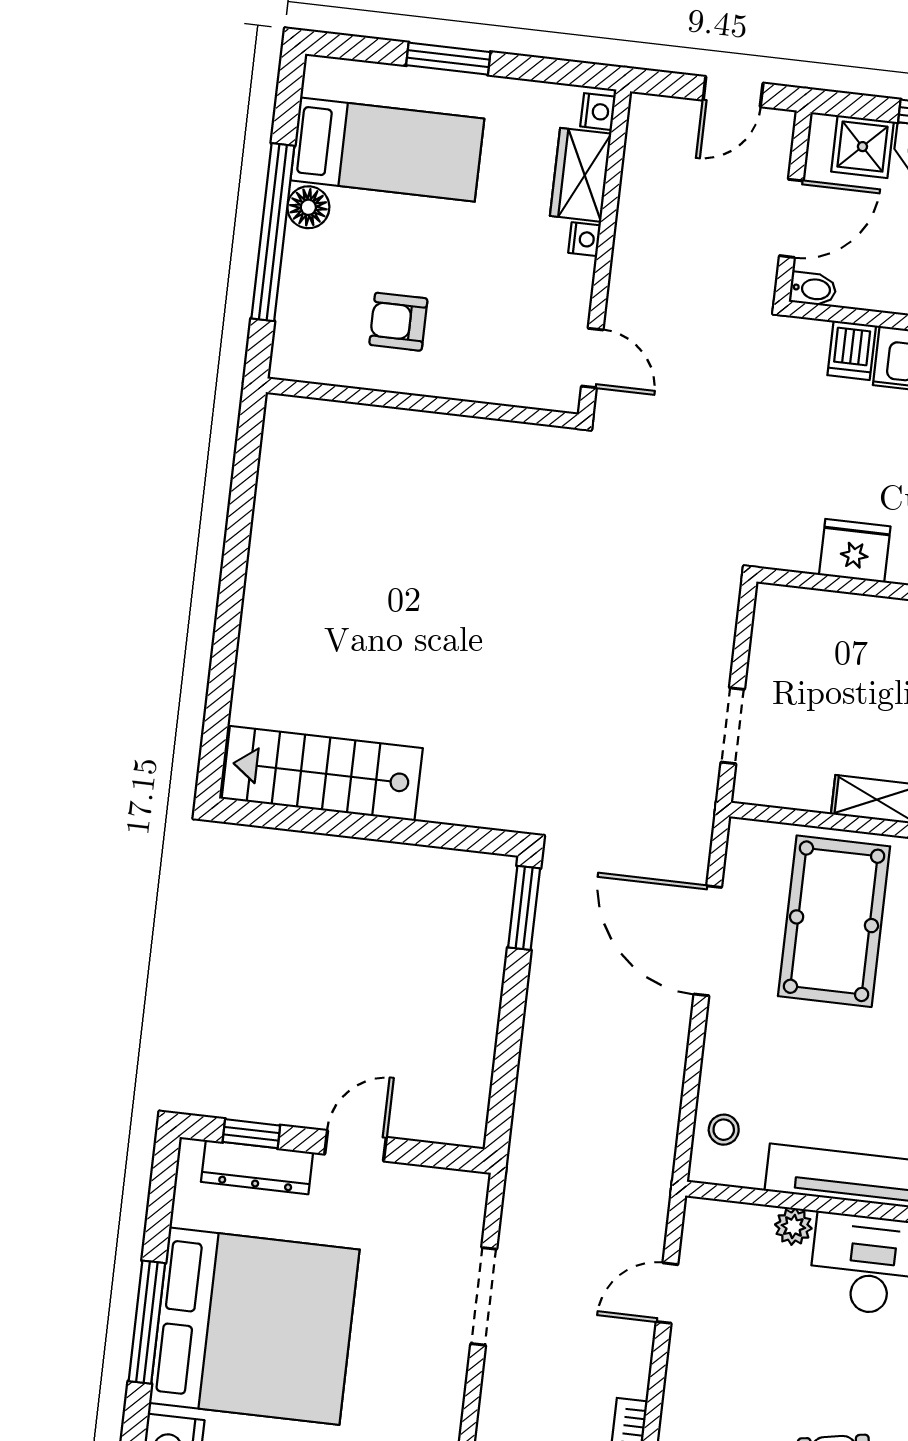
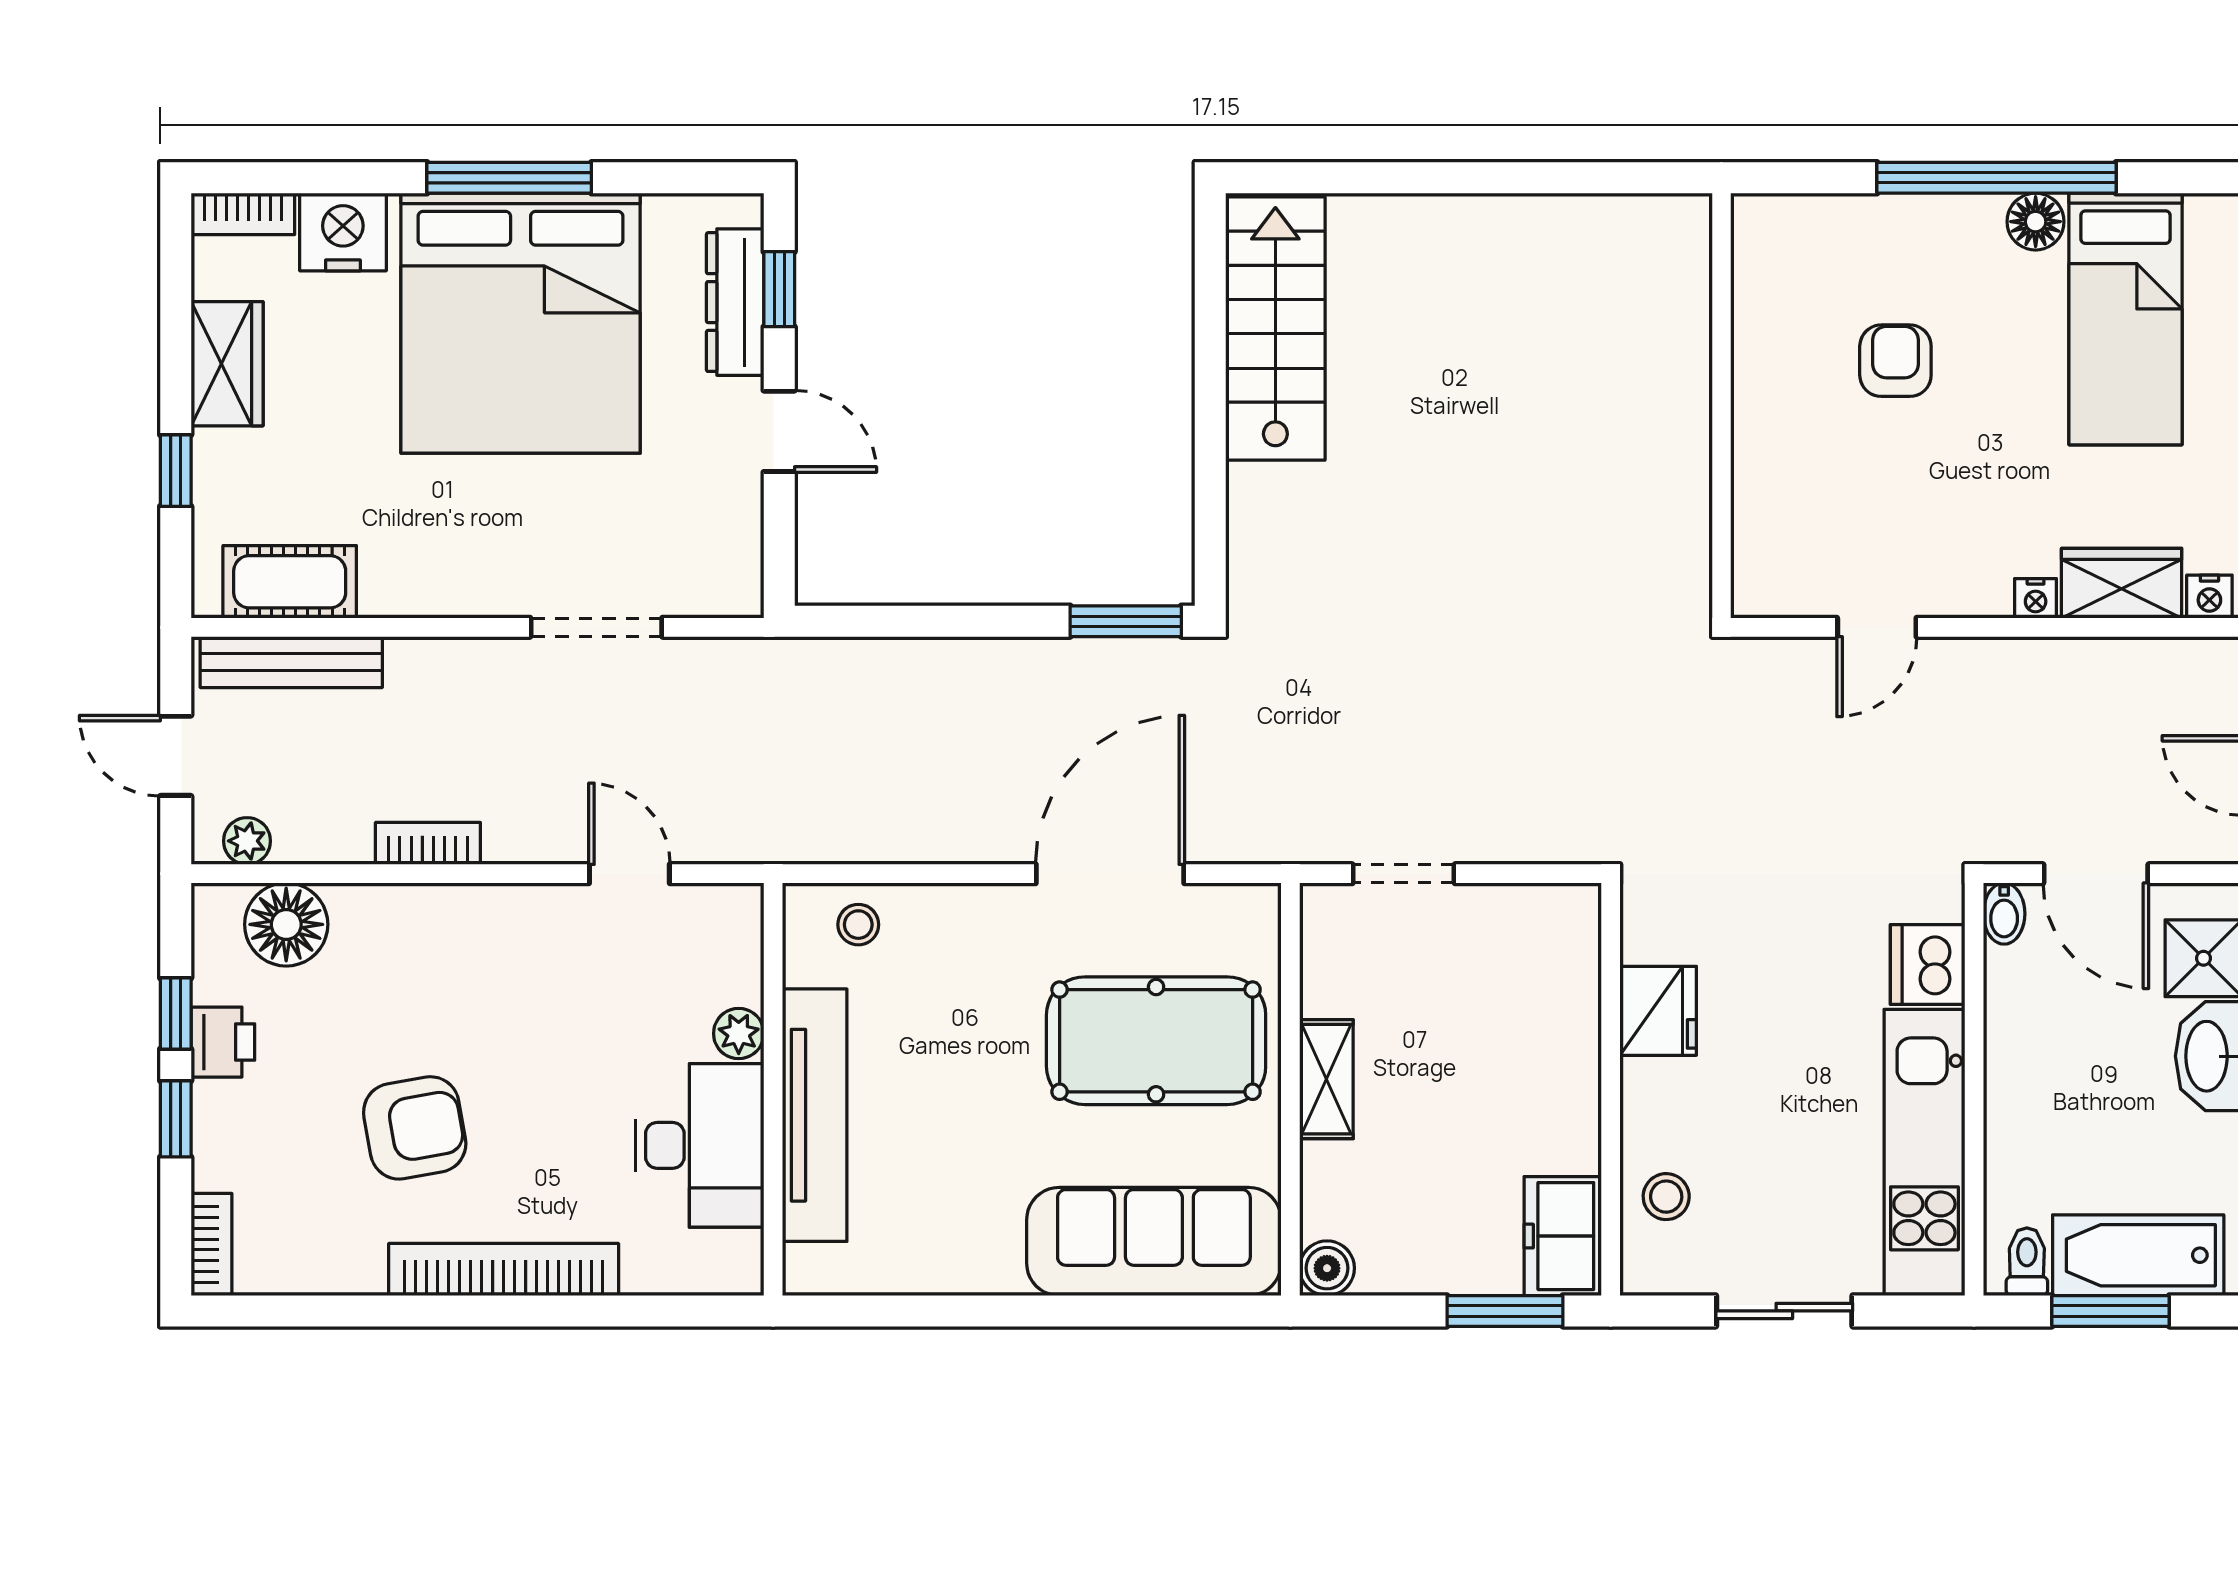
dishwasher: (852, 350) -> (1928, 965), width x1.38
wall: (422, 403) -> (1722, 406), moved

